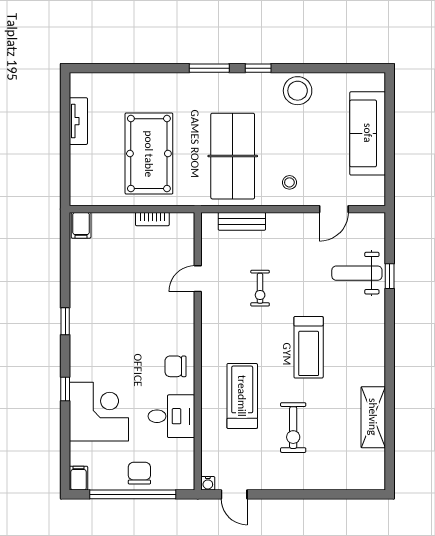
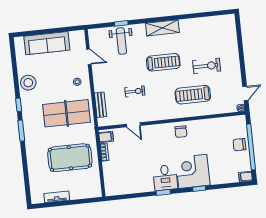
filing cabinet: (81, 225) -> (106, 137), moved
corner desk: (99, 412) -> (193, 171), moved
desk: (171, 416) -> (165, 178), moved, turned 180
shelving: (373, 417) -> (162, 28), moved

